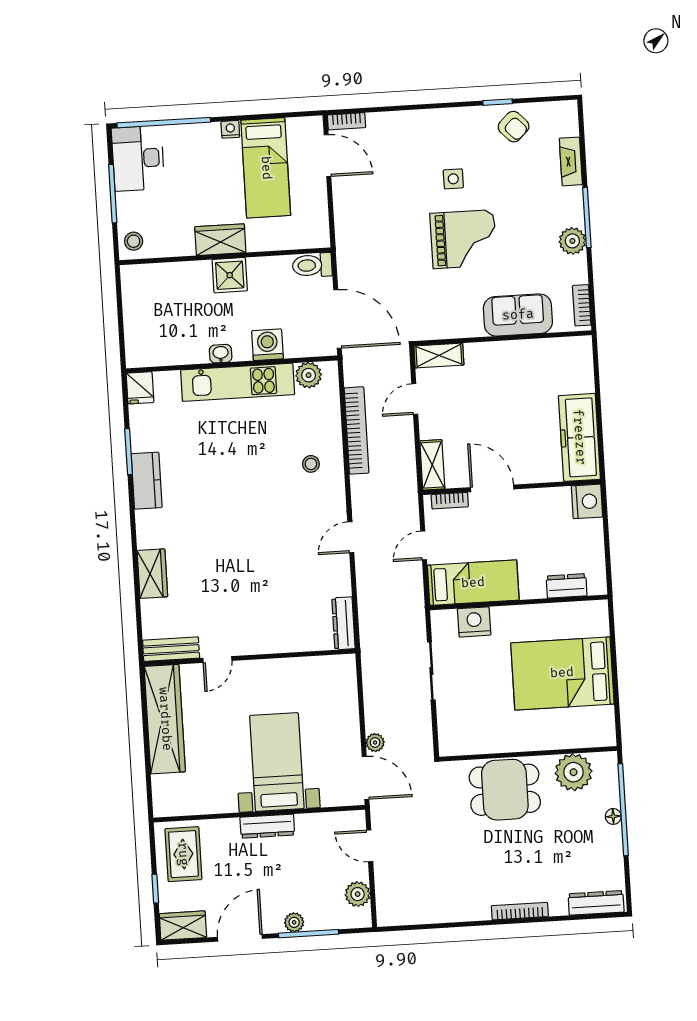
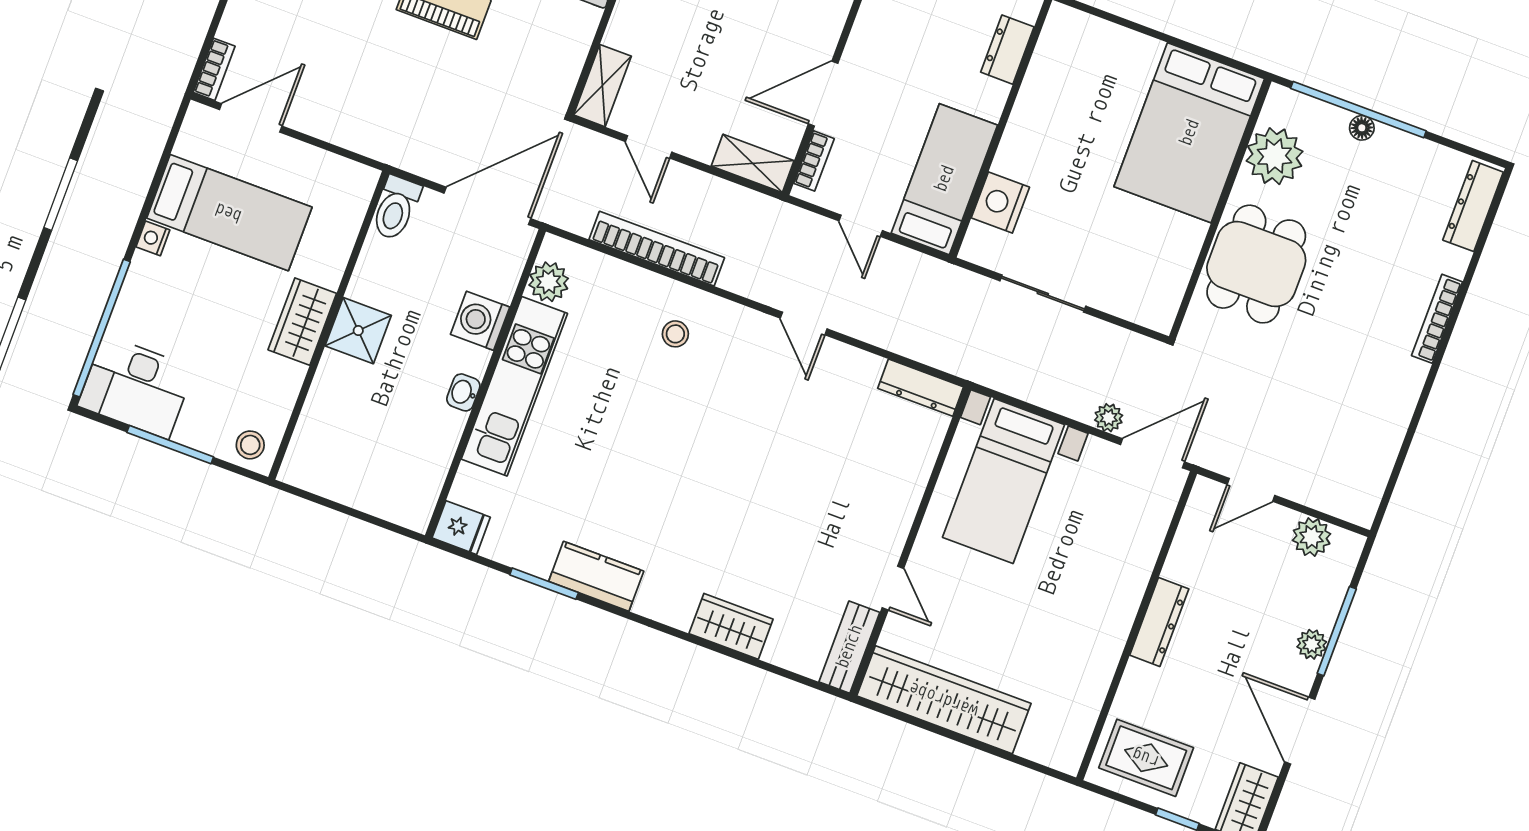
bed: (562, 673) -> (1189, 133), moved
bed with nightstands: (277, 762) -> (1004, 481), moved, turned -90

